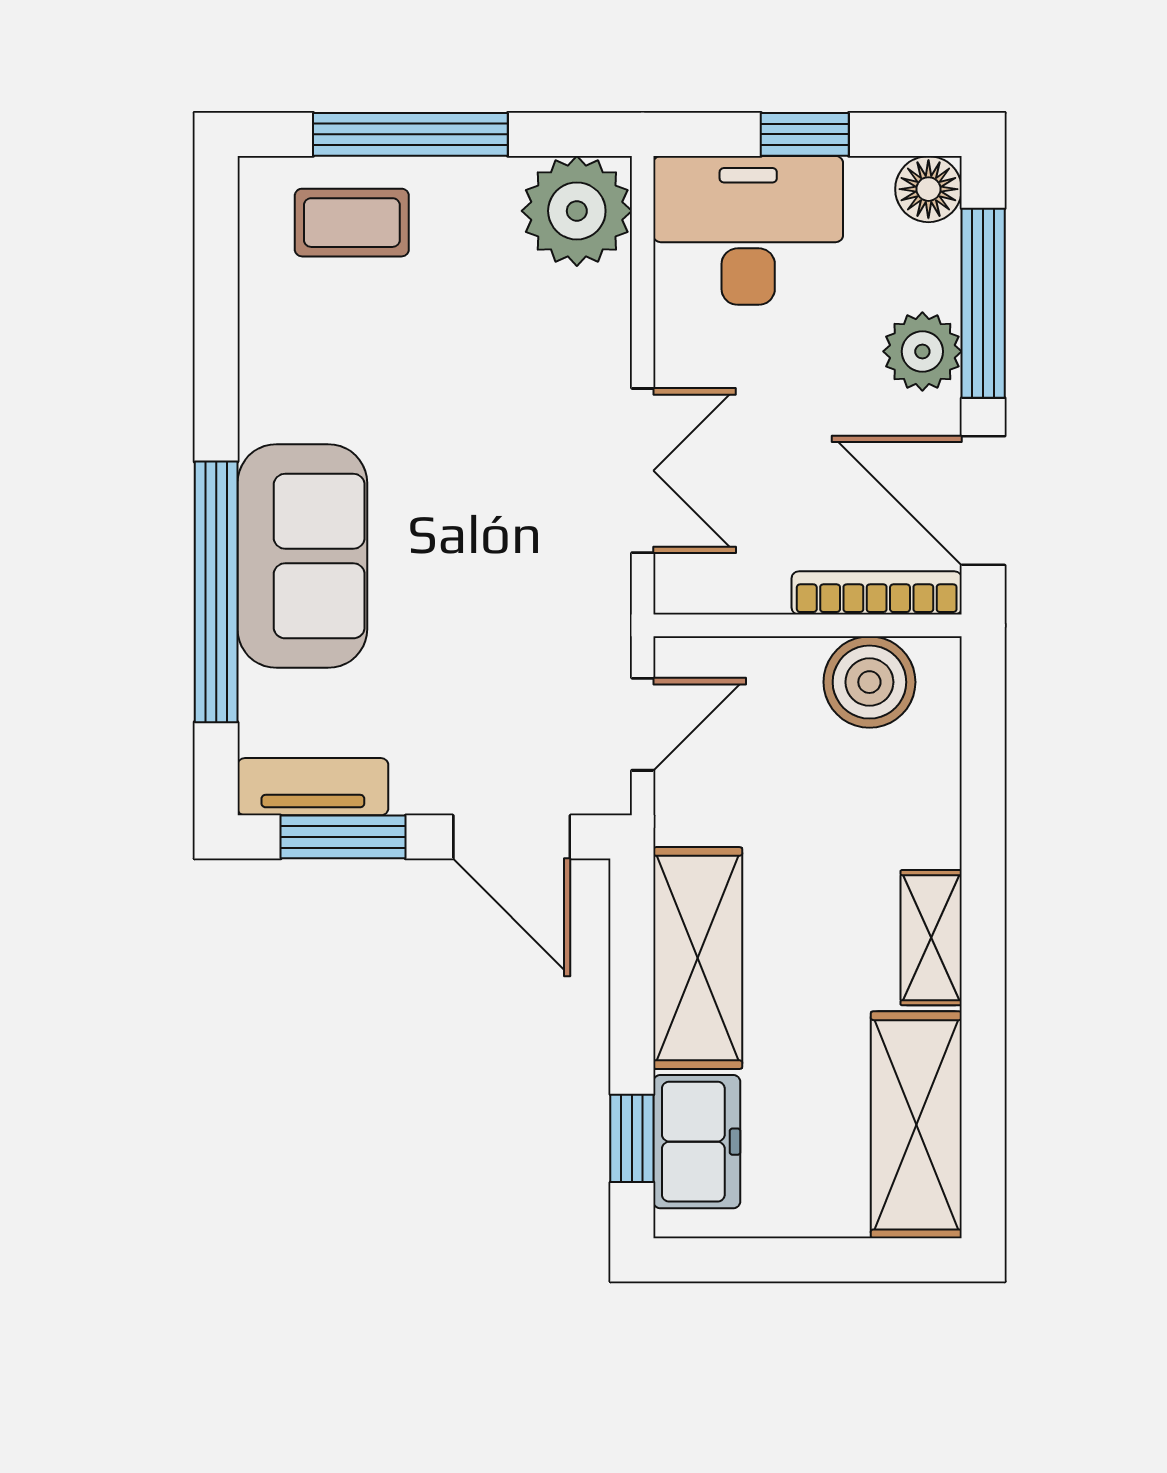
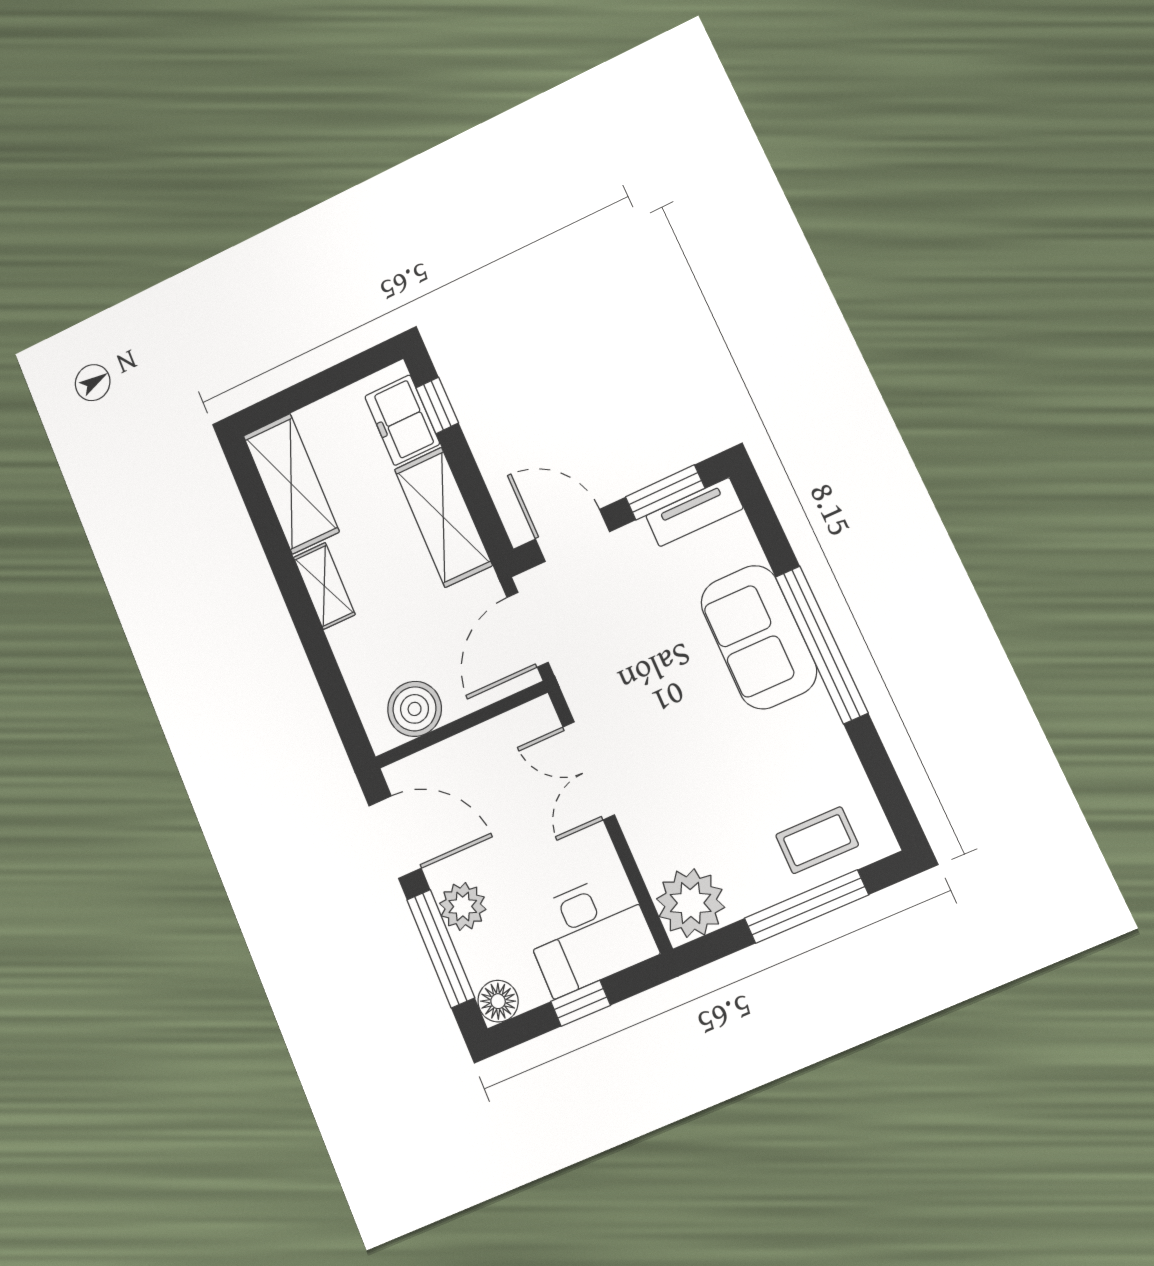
window: (216, 592) -> (822, 645), moved
bookcase: (877, 593) -> (431, 760), removed
door: (643, 724) -> (528, 630), width x1.38

